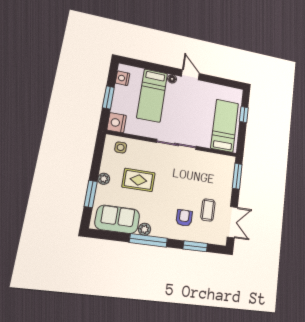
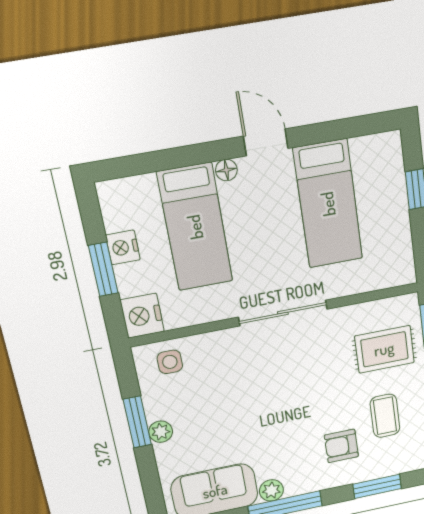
nightstand: (123, 78) -> (123, 247), moved
bed: (225, 126) -> (328, 204), moved, turned 180
rug: (138, 180) -> (384, 349), moved
window: (91, 194) -> (137, 422), moved
armchair: (184, 218) -> (341, 446), turned -90

